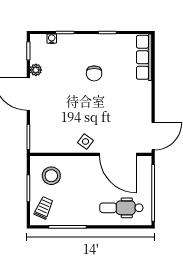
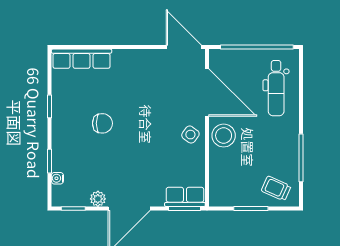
row of seats: (37, 137) -> (185, 197), added
door: (118, 154) -> (207, 93), hinge flipped
stool: (51, 176) -> (224, 136), moved

